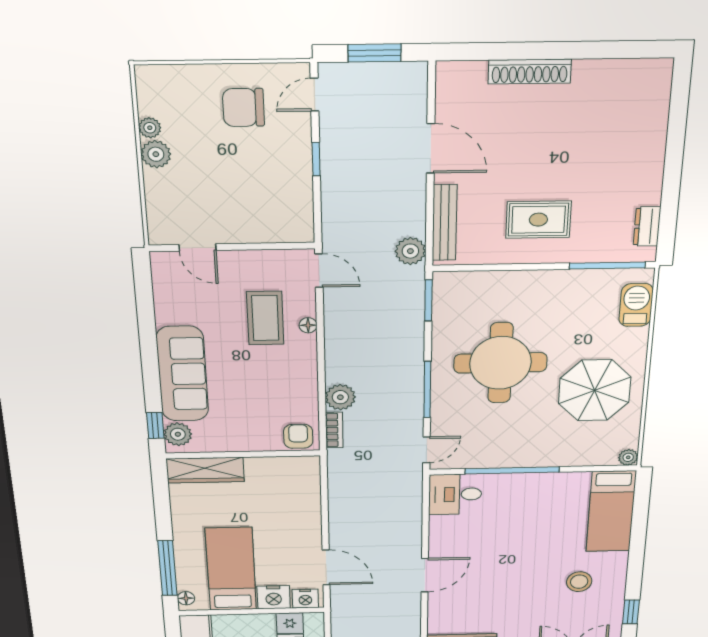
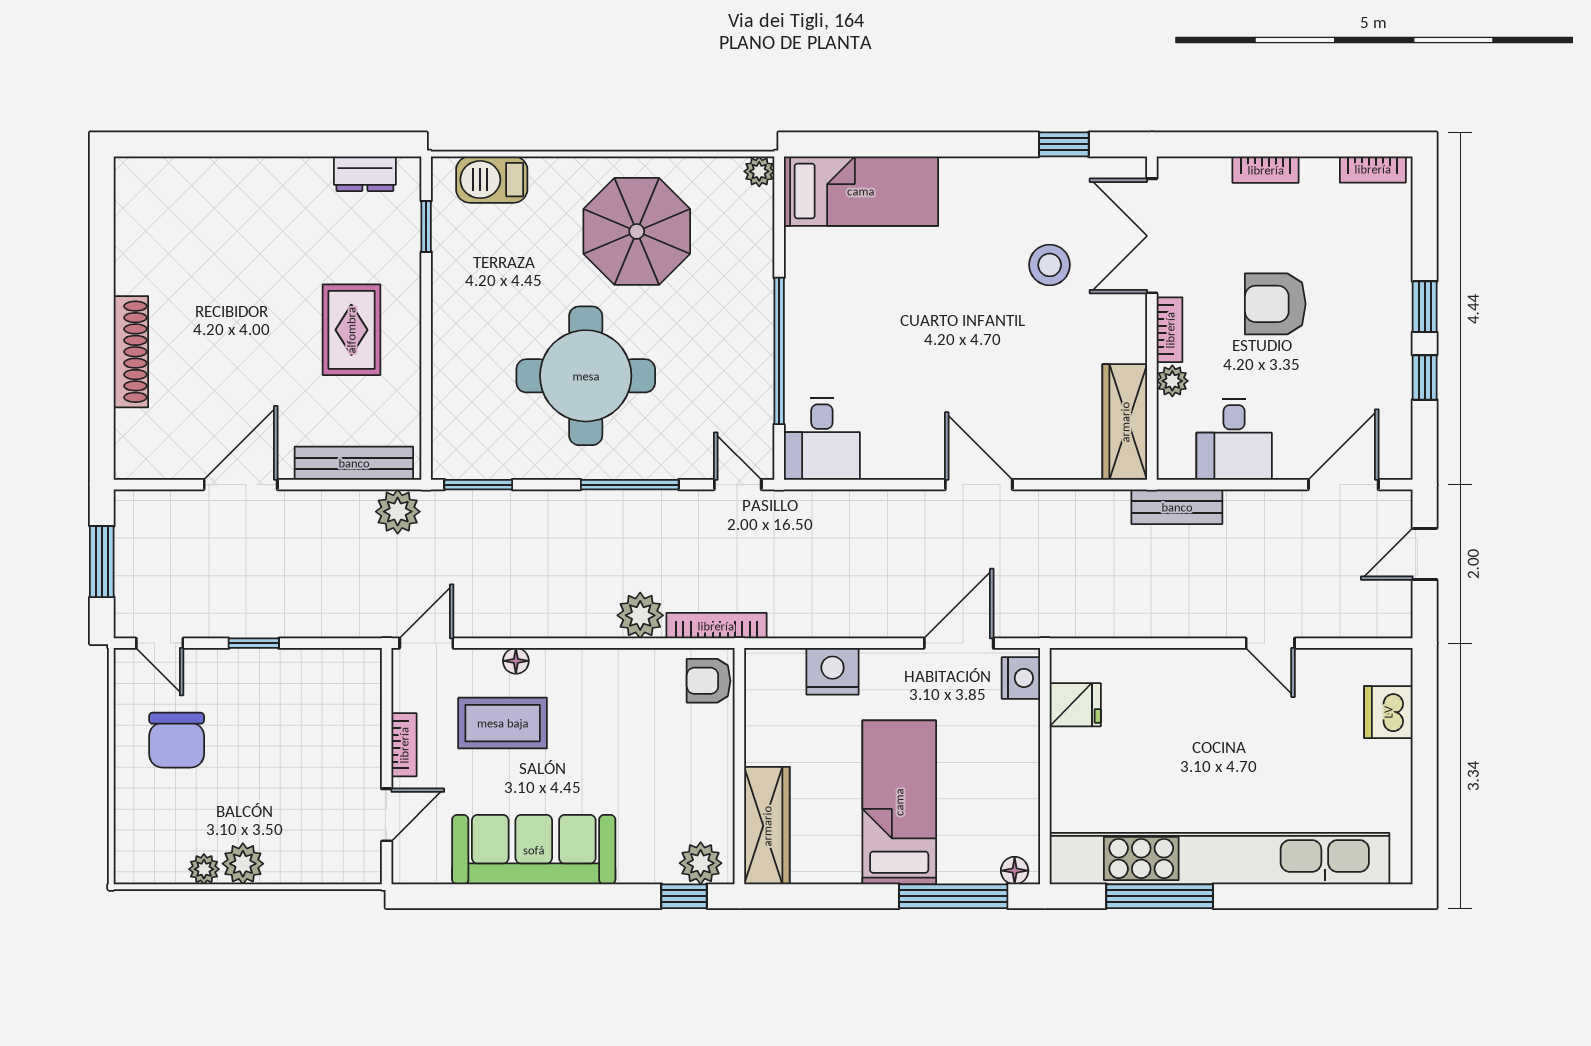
bookcase: (247, 258) -> (404, 745), added
window: (607, 265) -> (426, 226), width x0.46
sofa: (182, 374) -> (534, 850), moved
bookcase: (334, 430) -> (716, 626), width x1.56
bed: (231, 569) -> (899, 802), moved, turned 90
stool: (579, 582) -> (1050, 265), moved
nightstand: (274, 597) -> (833, 671), moved, turned -90

